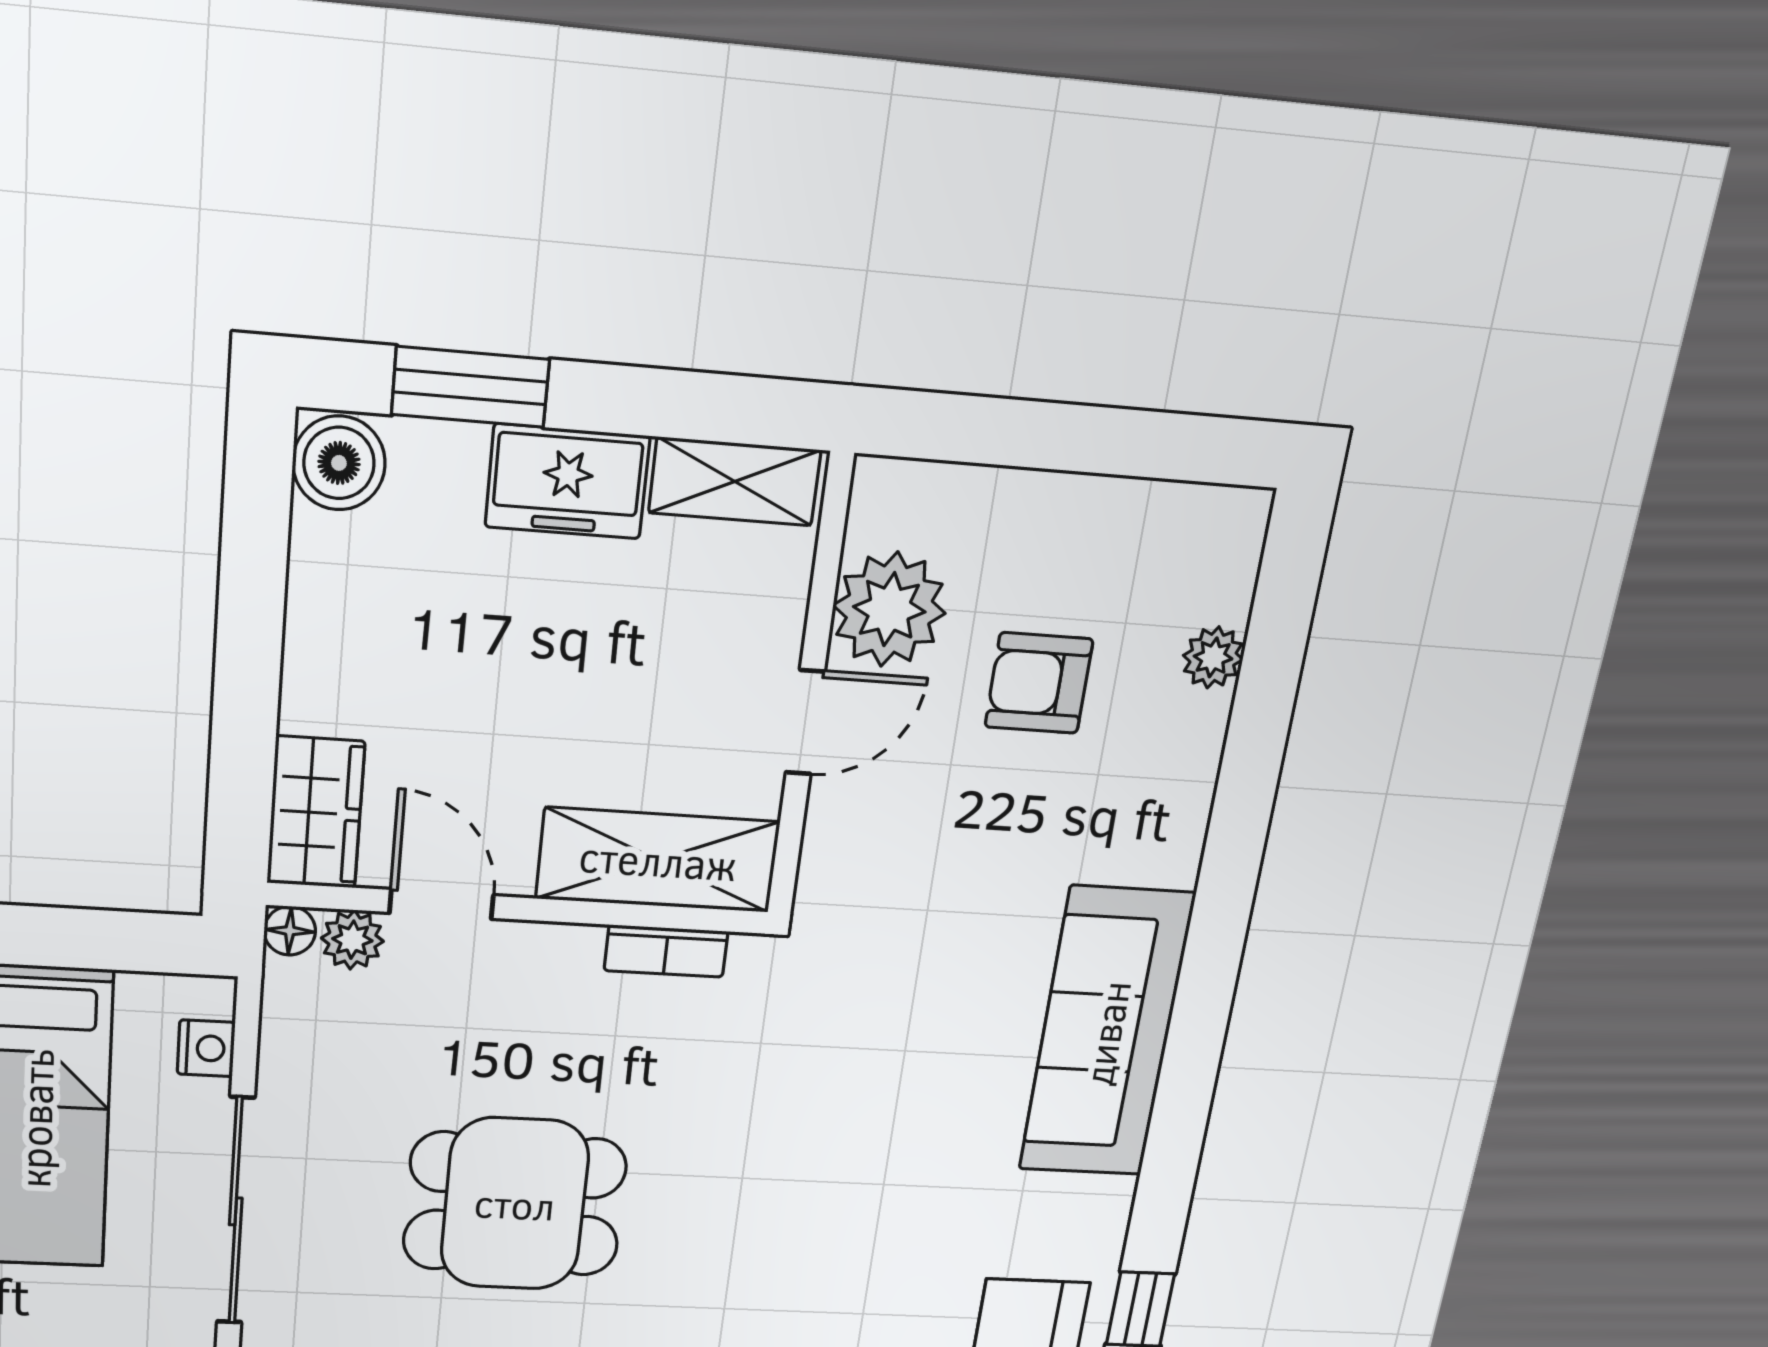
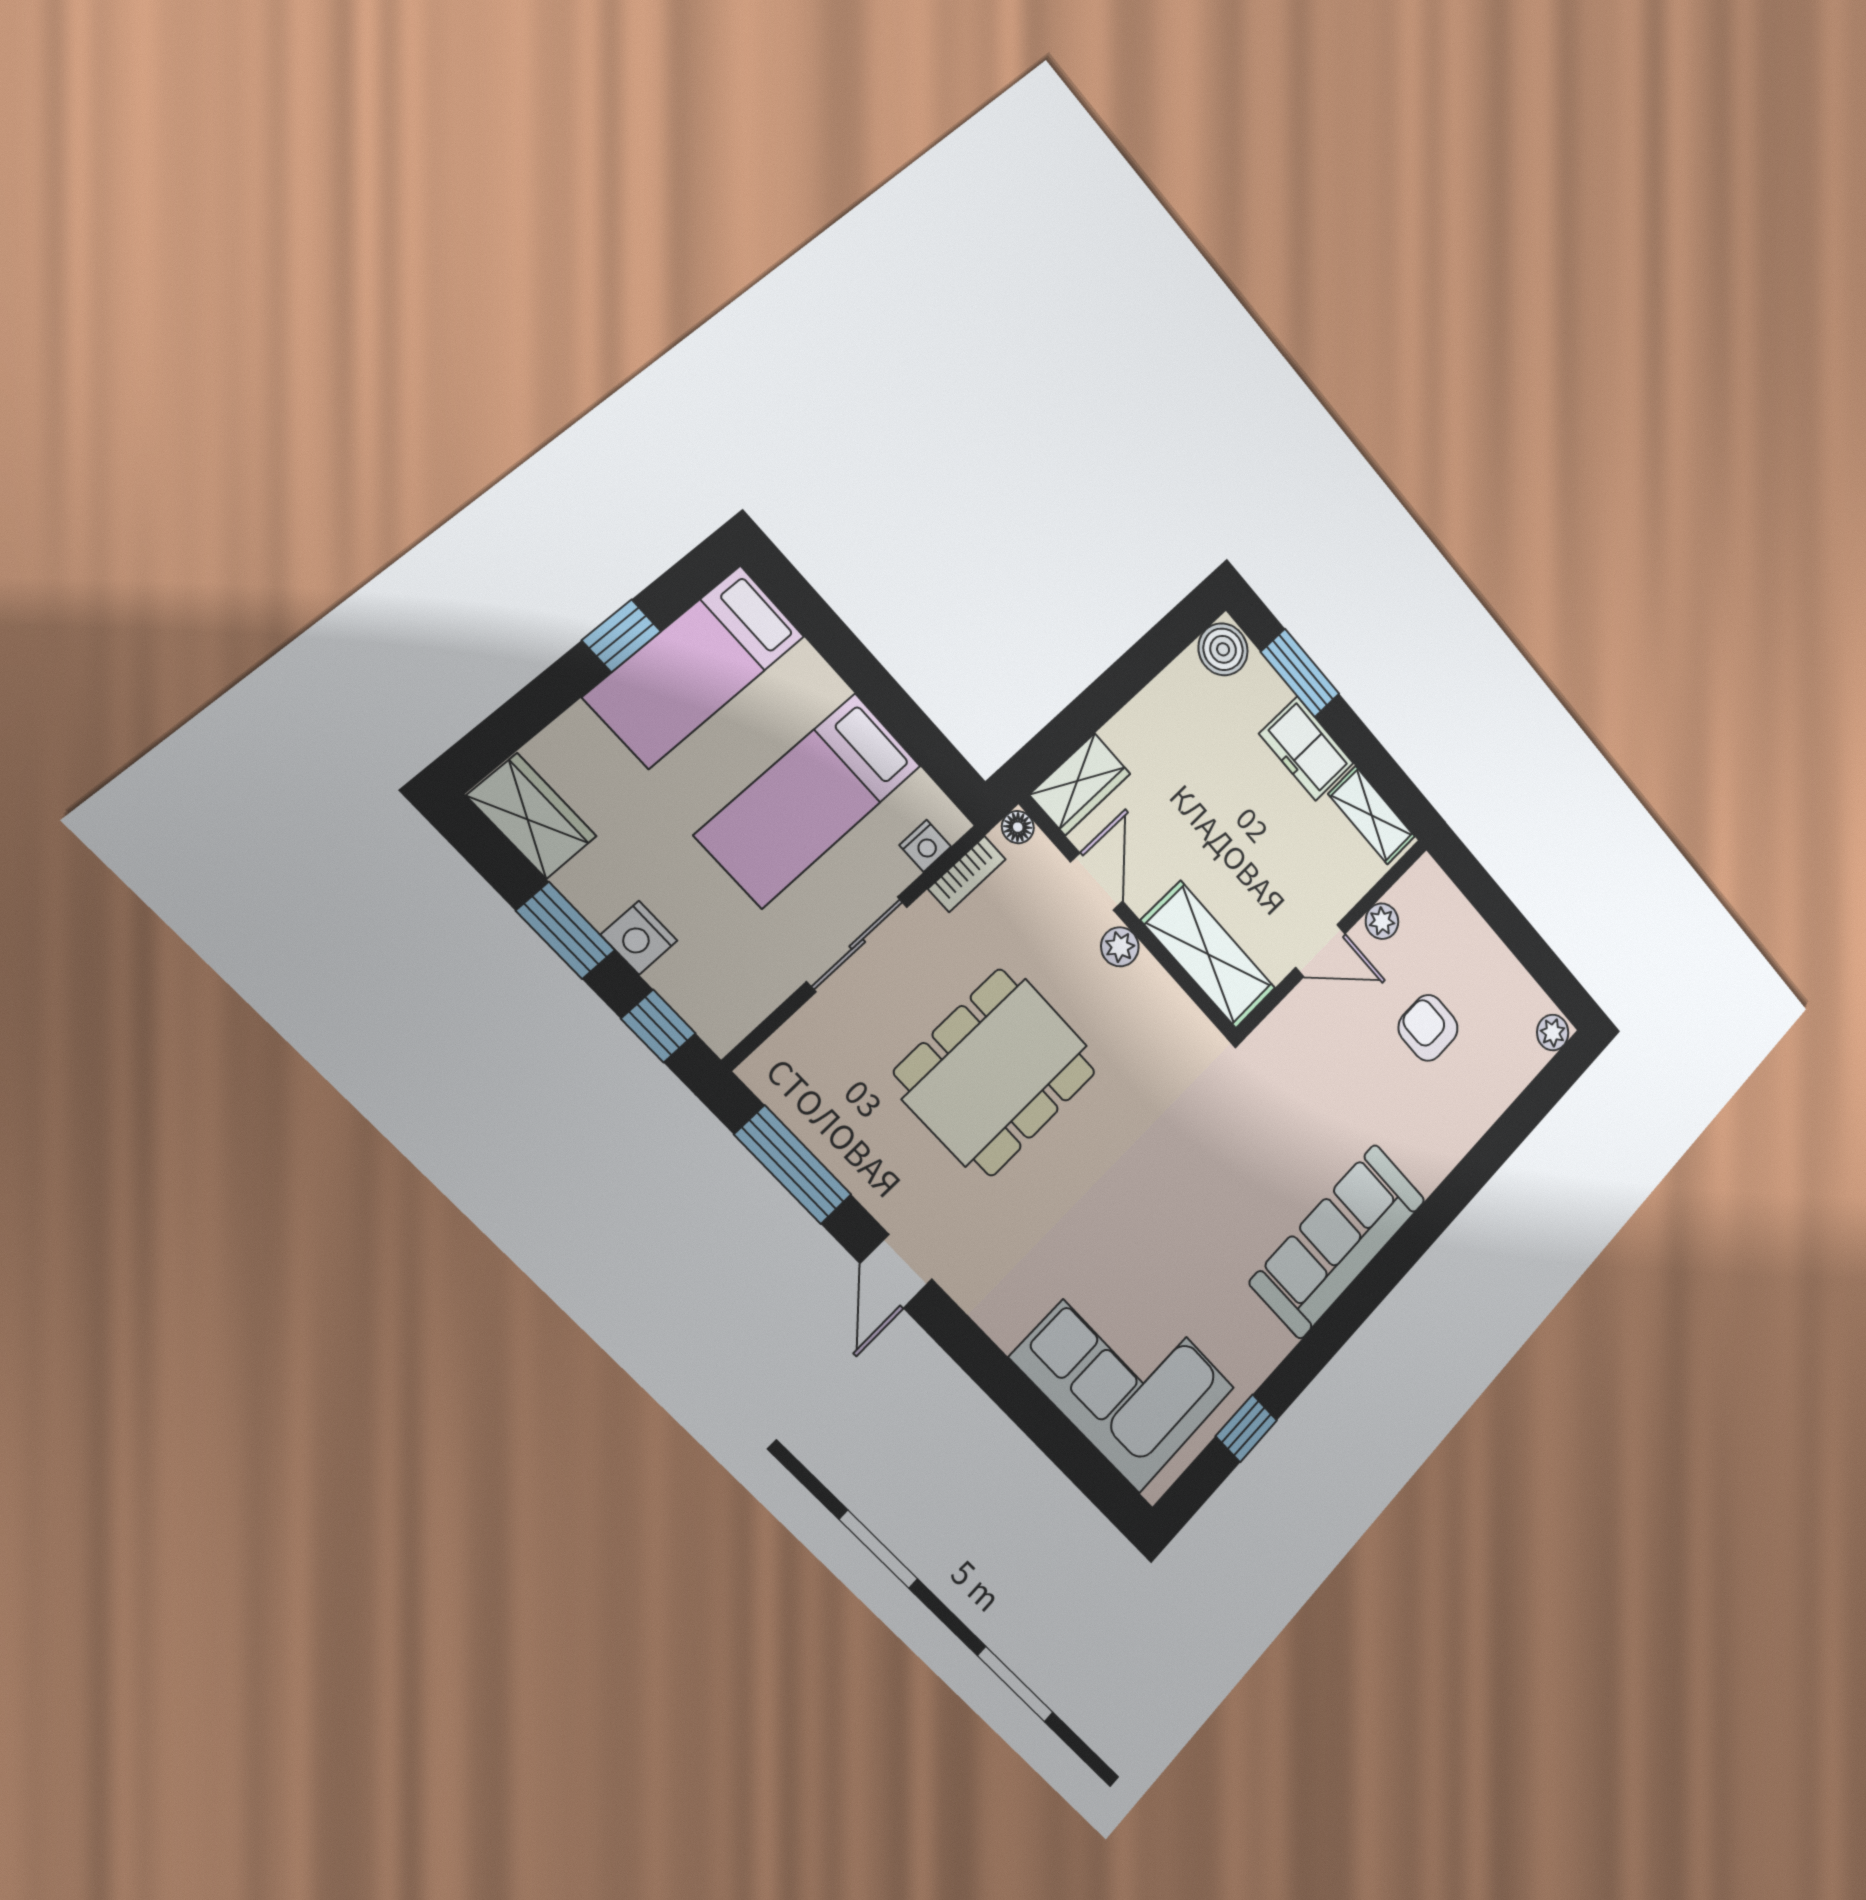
plant: (889, 609) -> (1382, 921), width x0.53, depth x0.53
plant: (1213, 657) -> (1553, 1033), moved
plant: (352, 940) -> (1120, 947), moved
bookcase: (666, 951) -> (967, 874), moved, turned -90
dining table: (515, 1204) -> (996, 1072), width x1.38
sliding door: (236, 1211) -> (857, 944), width x0.73

